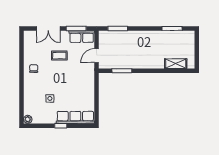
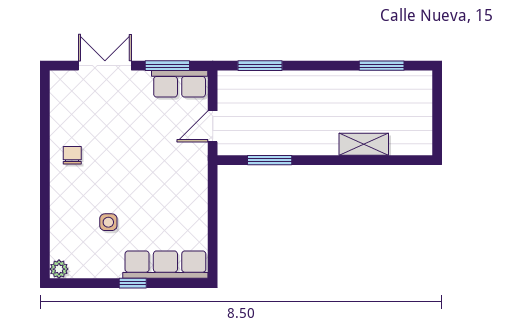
double door: (48, 28) -> (105, 66), swing flipped
coffee table: (59, 55) -> (130, 126), removed
shelving: (176, 64) -> (364, 144), moved

